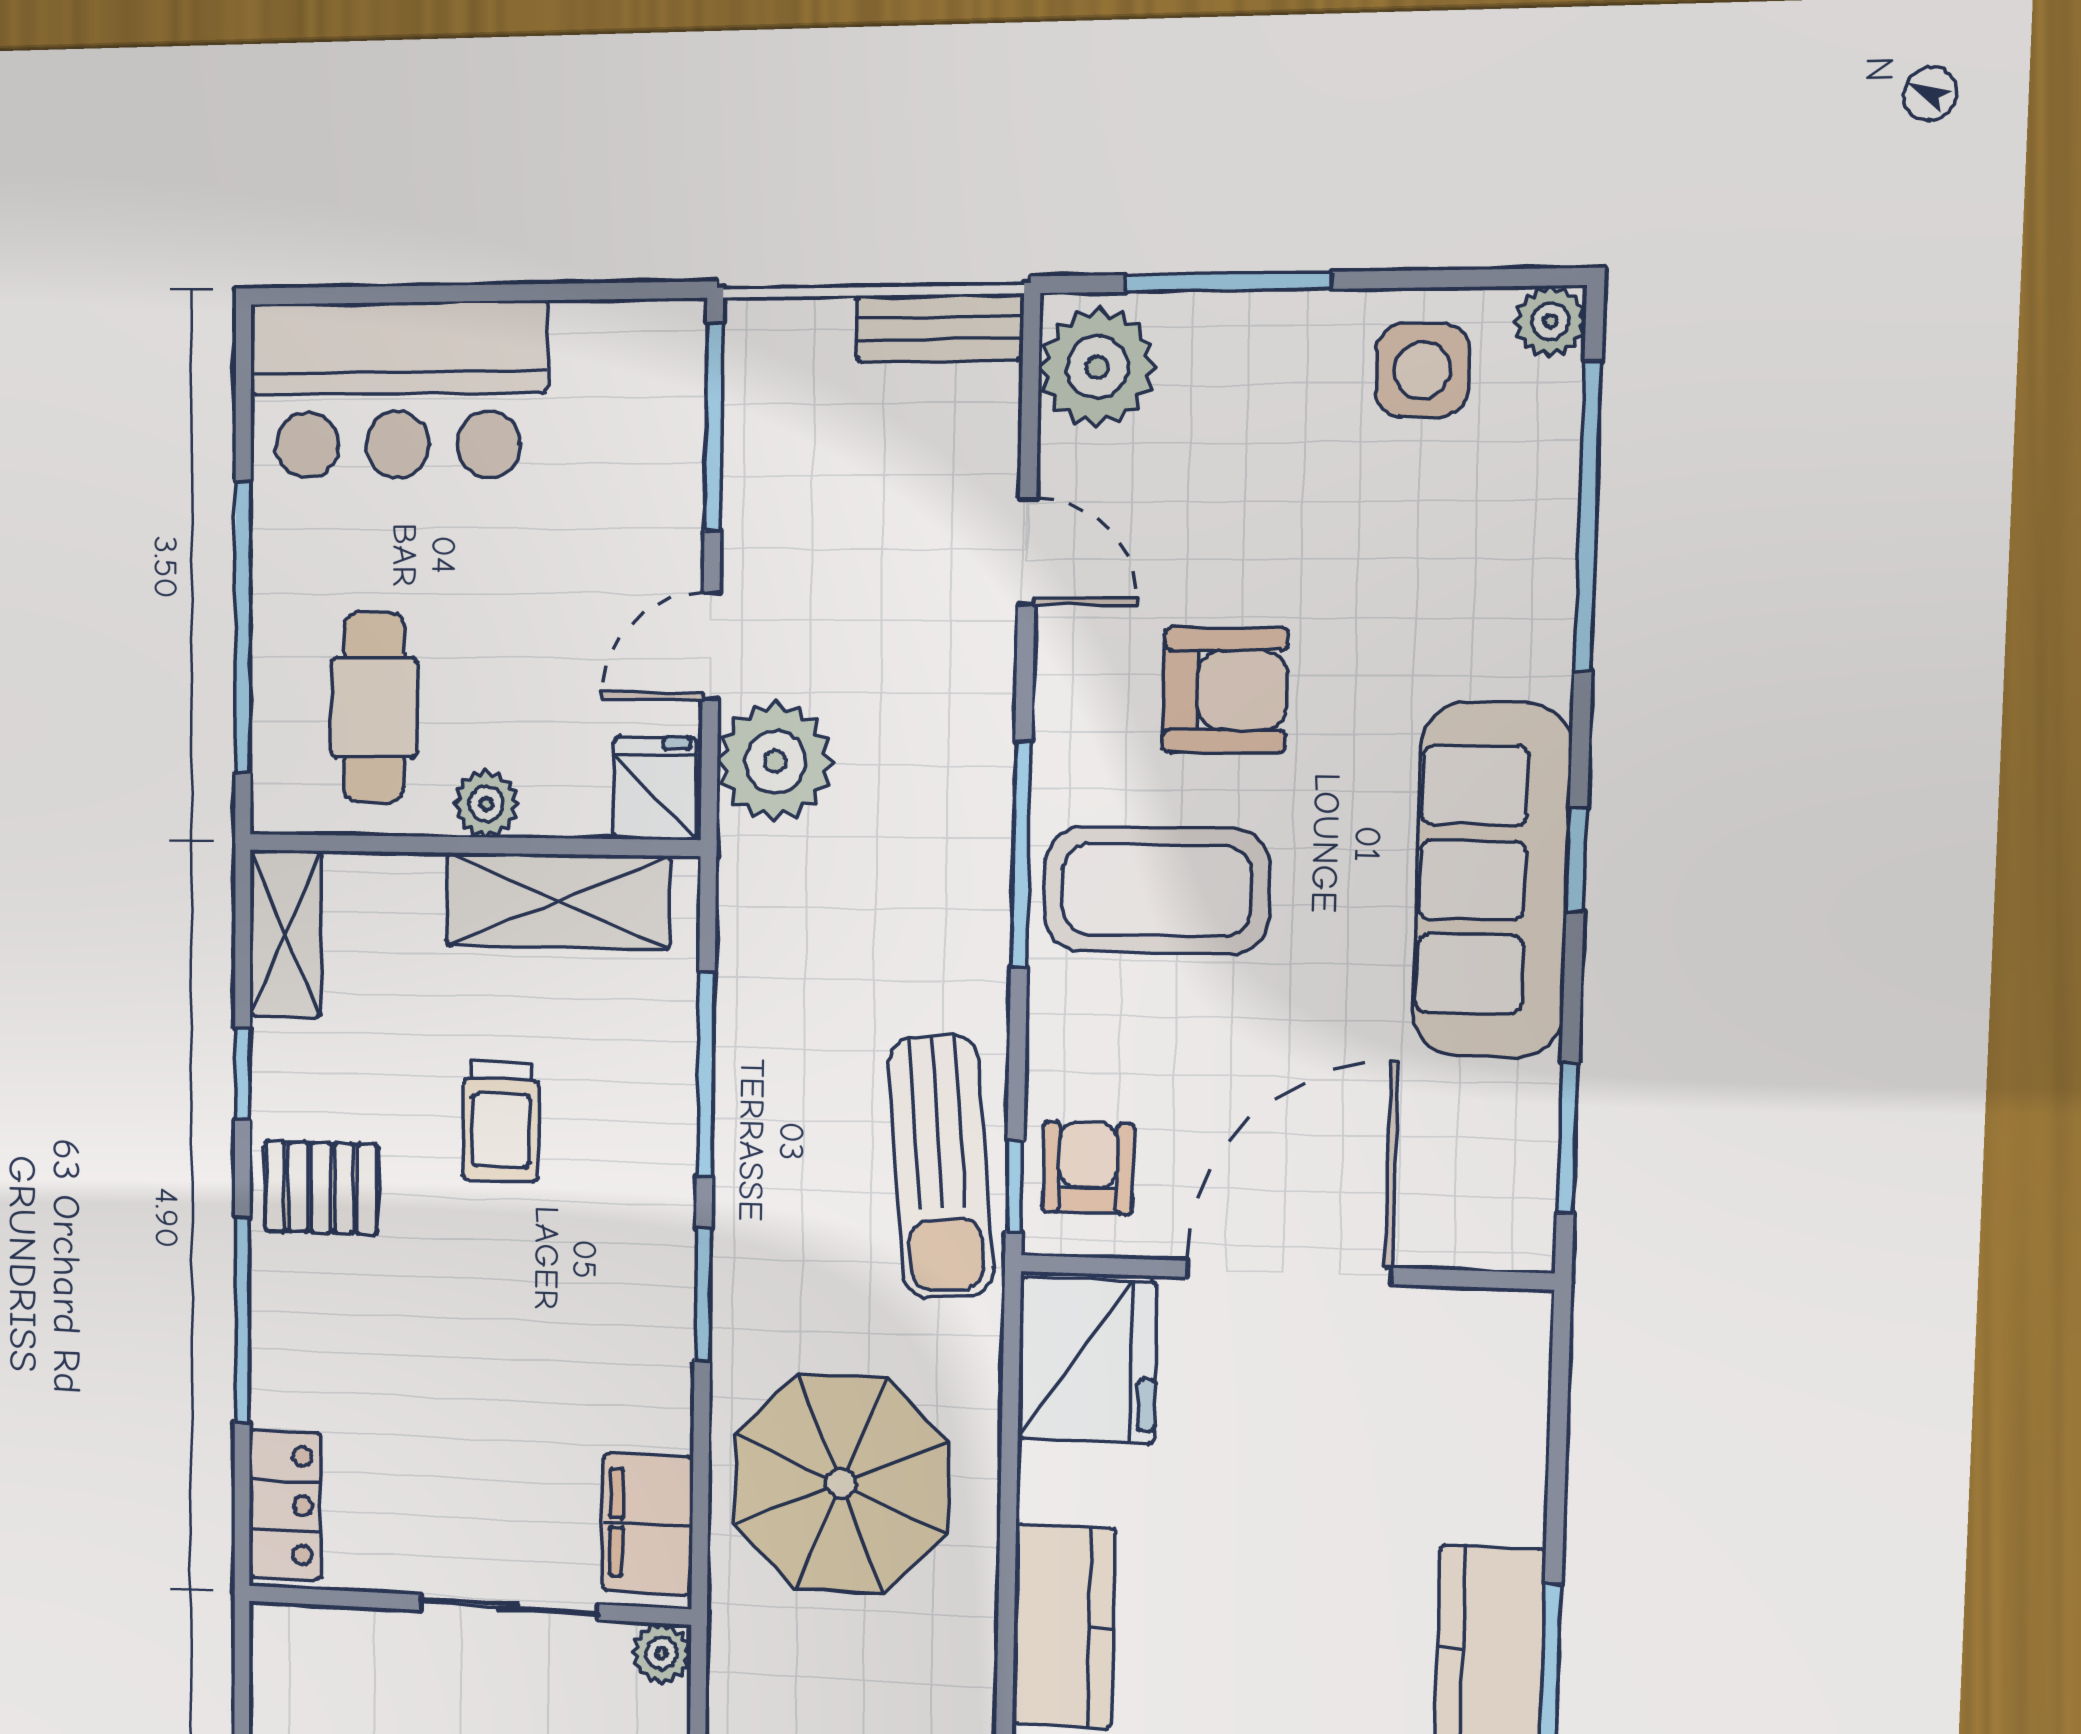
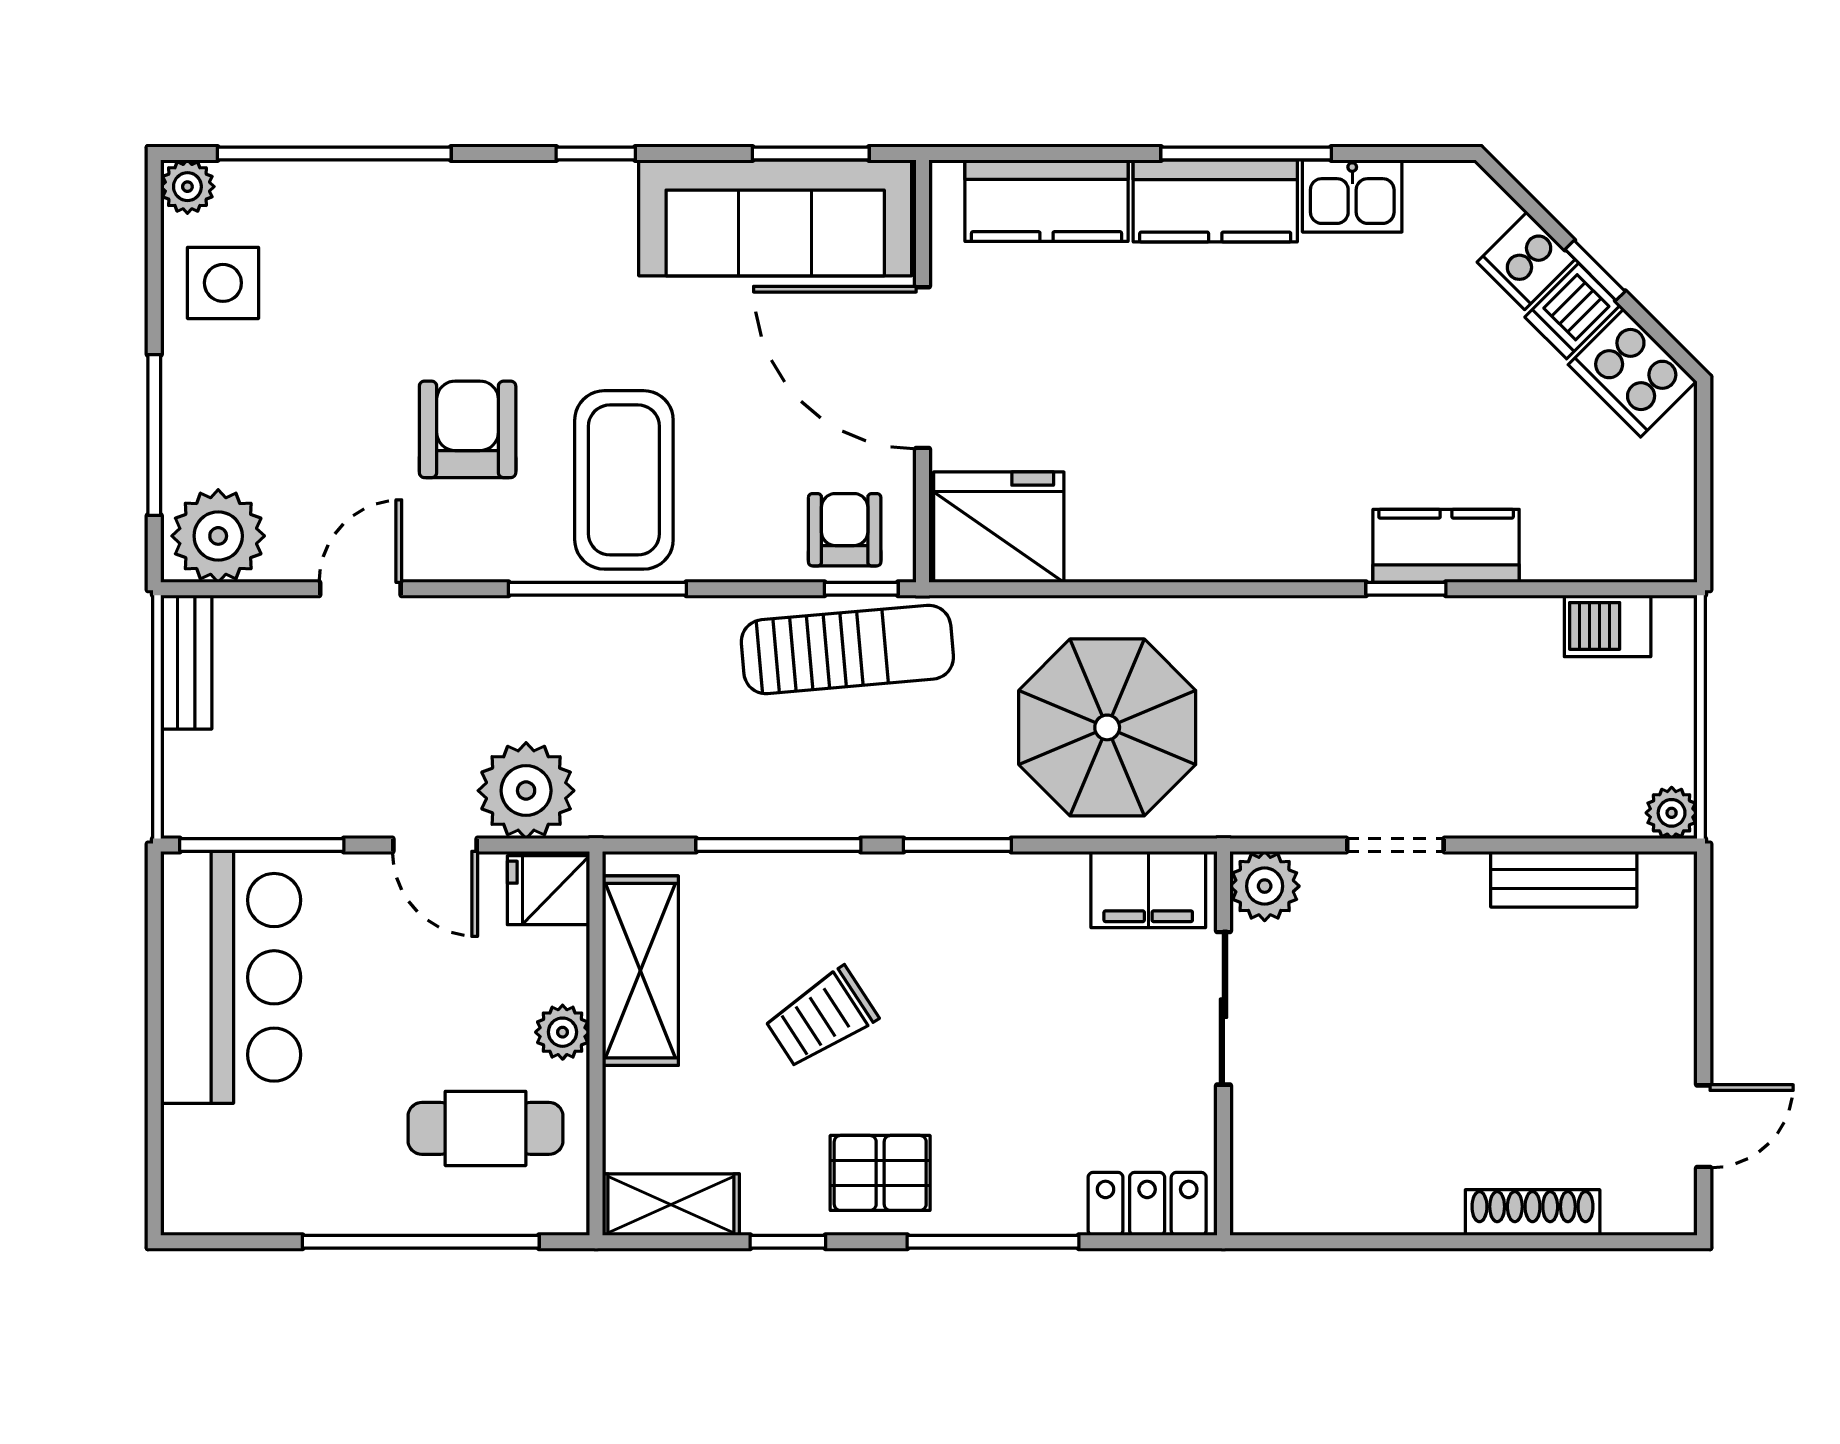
bar counter: (398, 390) -> (231, 977), moved
sofa: (1492, 880) -> (775, 218), moved
trolley: (501, 1122) -> (821, 1018), turned 147
armchair: (1088, 1168) -> (845, 530), turned 90
pallet: (321, 1188) -> (880, 1173), turned 90
kitchen counter: (1064, 1626) -> (1047, 201), moved, turned 180
plant: (661, 1653) -> (1265, 886), width x1.38, depth x1.38

